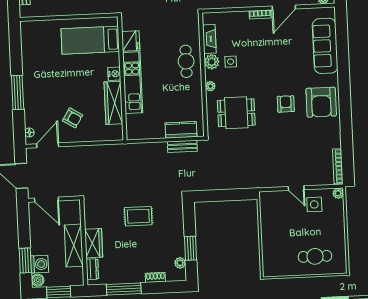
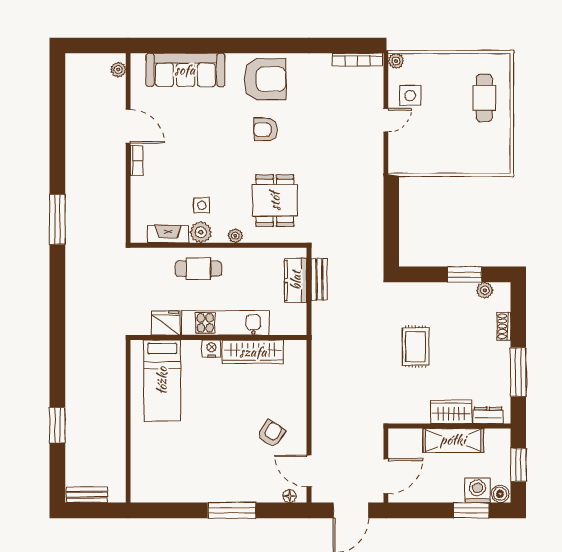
bed: (90, 40) -> (162, 381), moved
fridge: (131, 41) -> (166, 323), moved
nightstand: (114, 74) -> (211, 349), moved
wall: (122, 78) -> (219, 338), moved
kitchen unit: (133, 83) -> (225, 323), moved
wardrobe: (113, 103) -> (253, 352), moved

